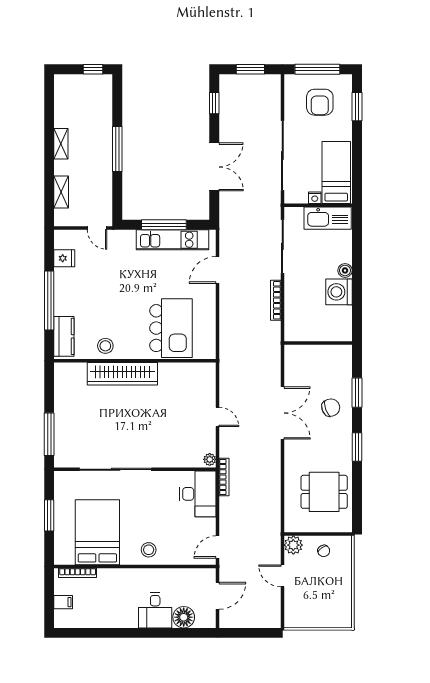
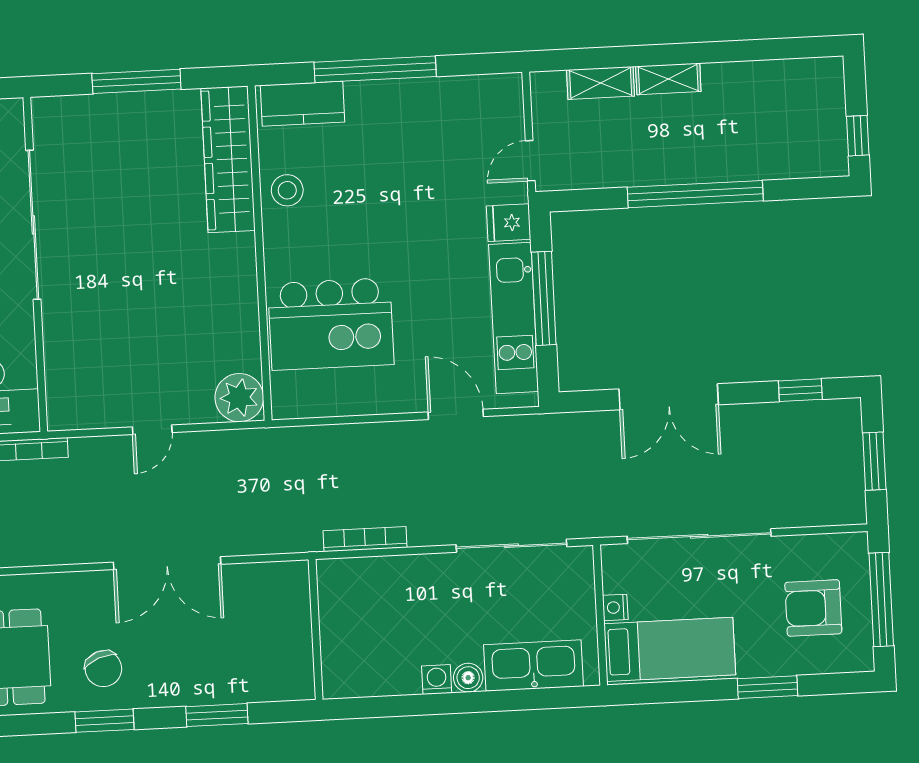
window: (357, 107) -> (768, 687), moved
shelving: (61, 144) -> (668, 79), moved
window: (117, 149) -> (695, 194), width x1.46
kitchen sink: (328, 218) -> (534, 666), moved, turned 90
fridge: (64, 258) -> (509, 223), moved, turned 90
washing machine: (339, 292) -> (437, 679), width x0.53, depth x0.53
bookcase: (276, 300) -> (365, 539), moved
wardrobe: (122, 374) -> (228, 159), moved
chair: (331, 408) -> (103, 669), moved
window: (49, 434) -> (136, 81), moved
plant: (210, 459) -> (239, 398), moved, width x1.88, depth x1.88

